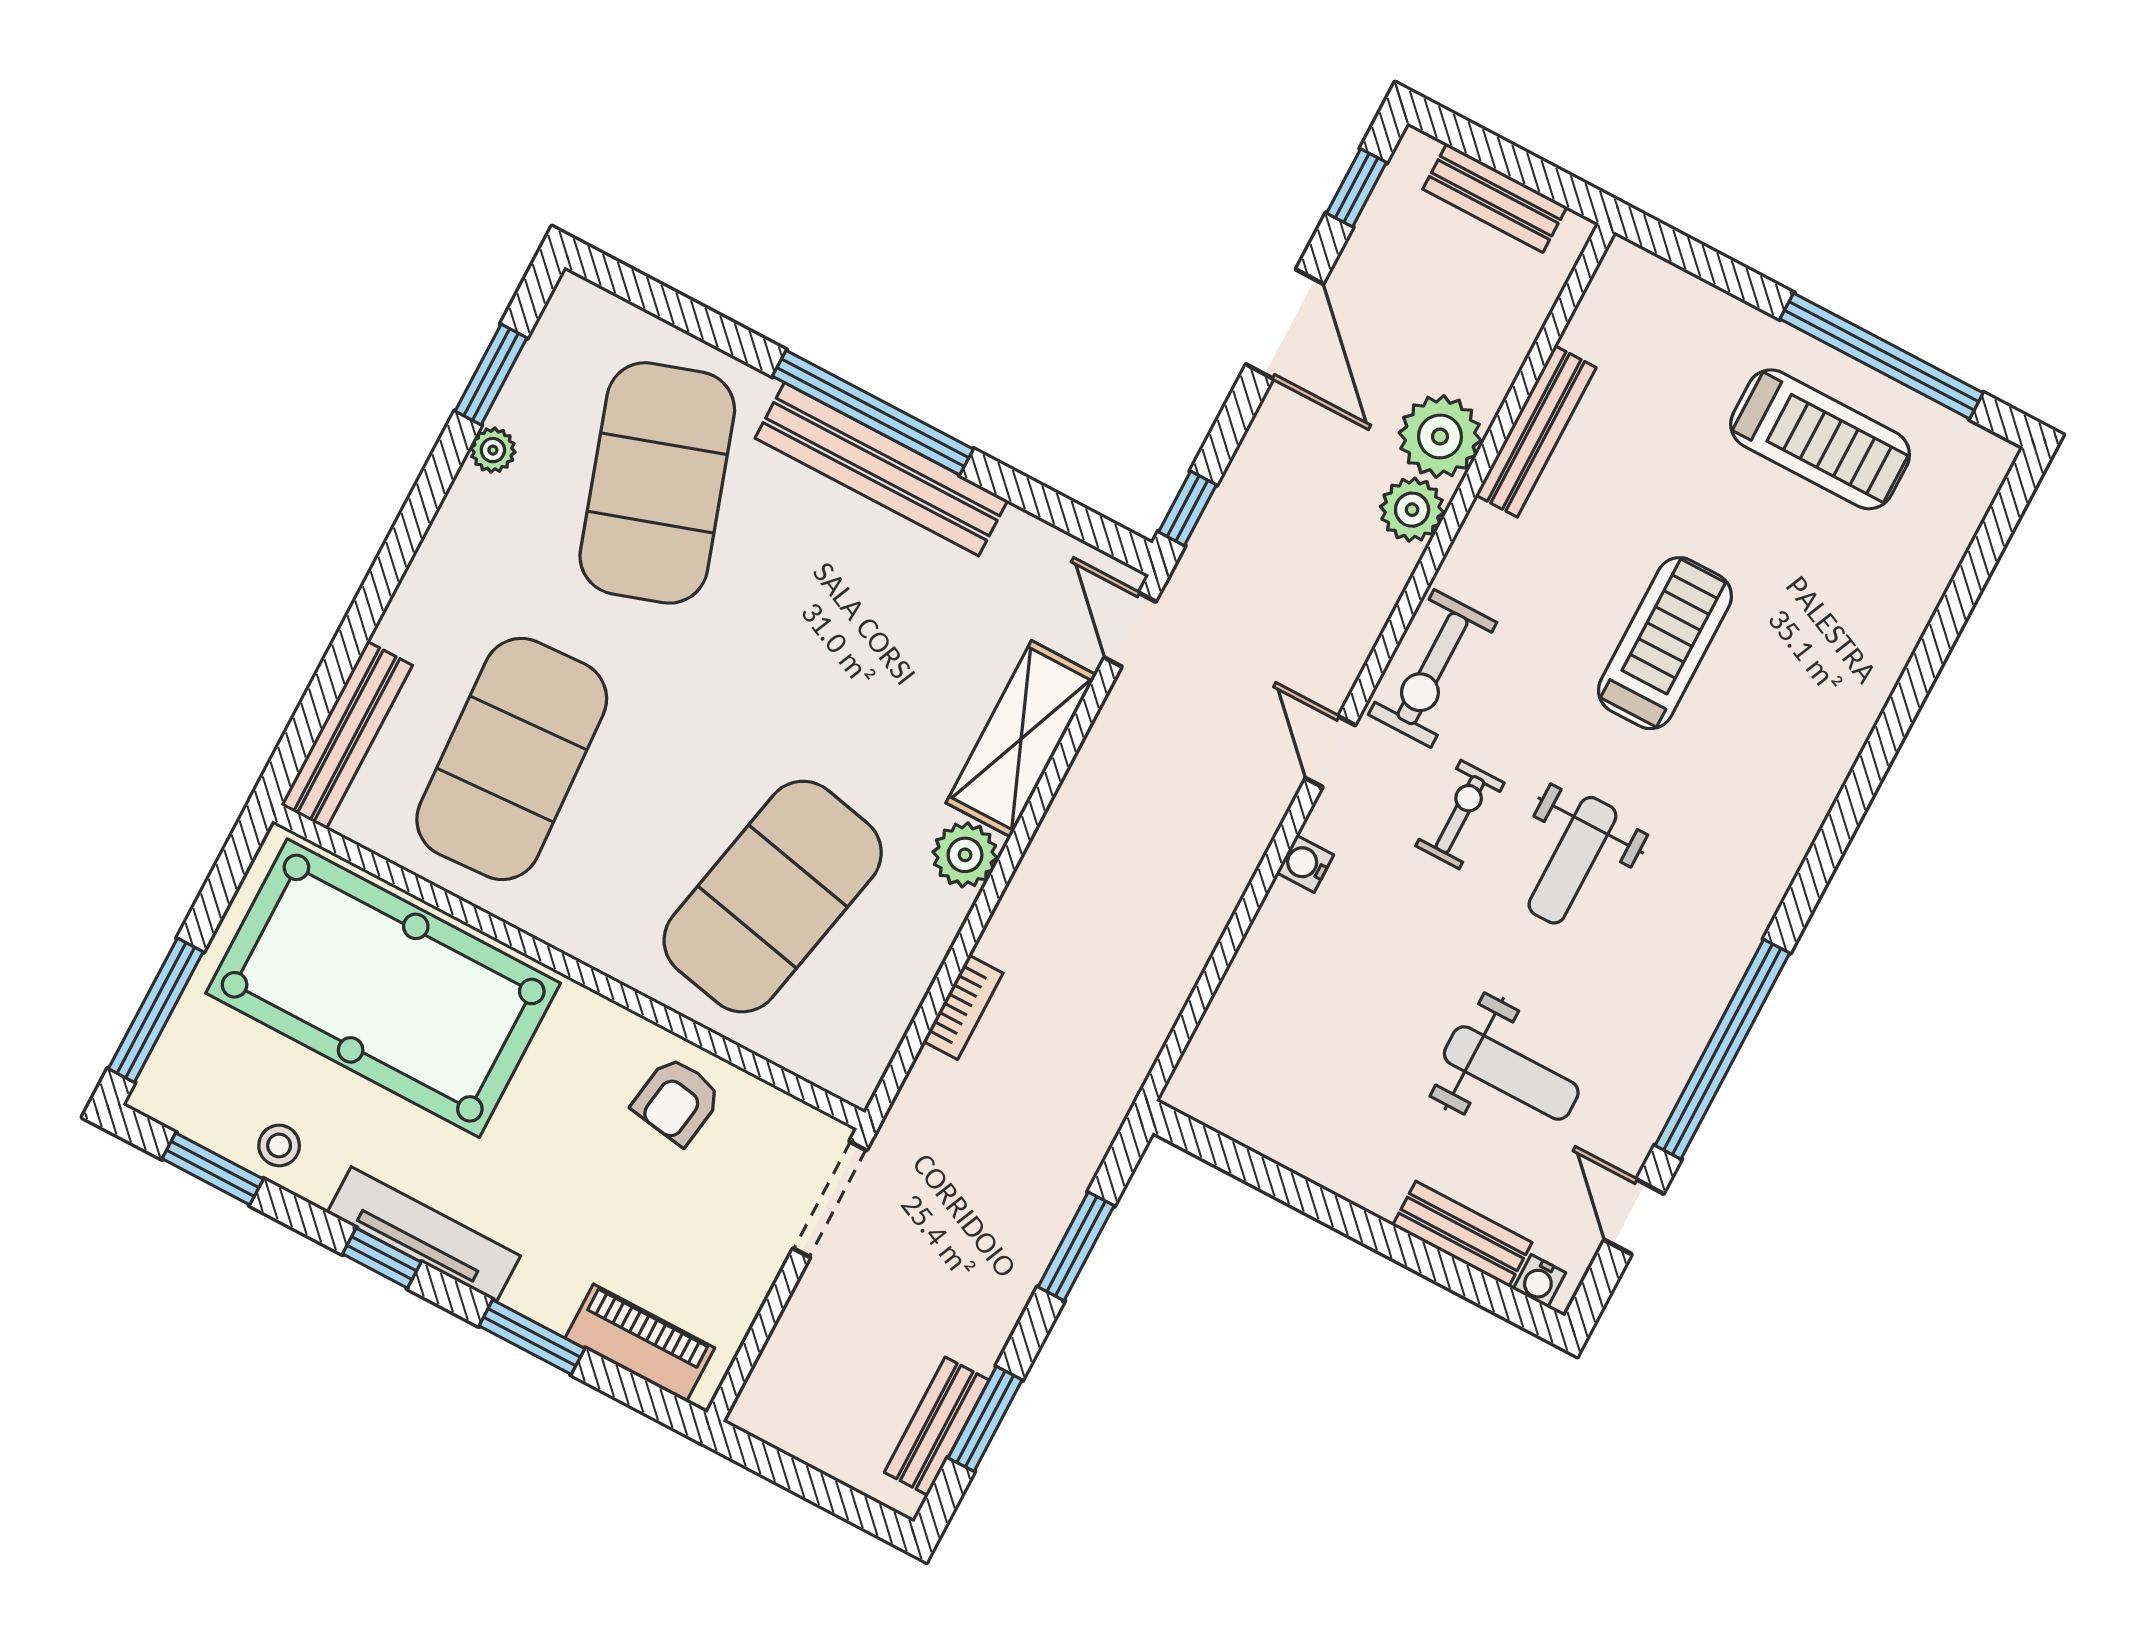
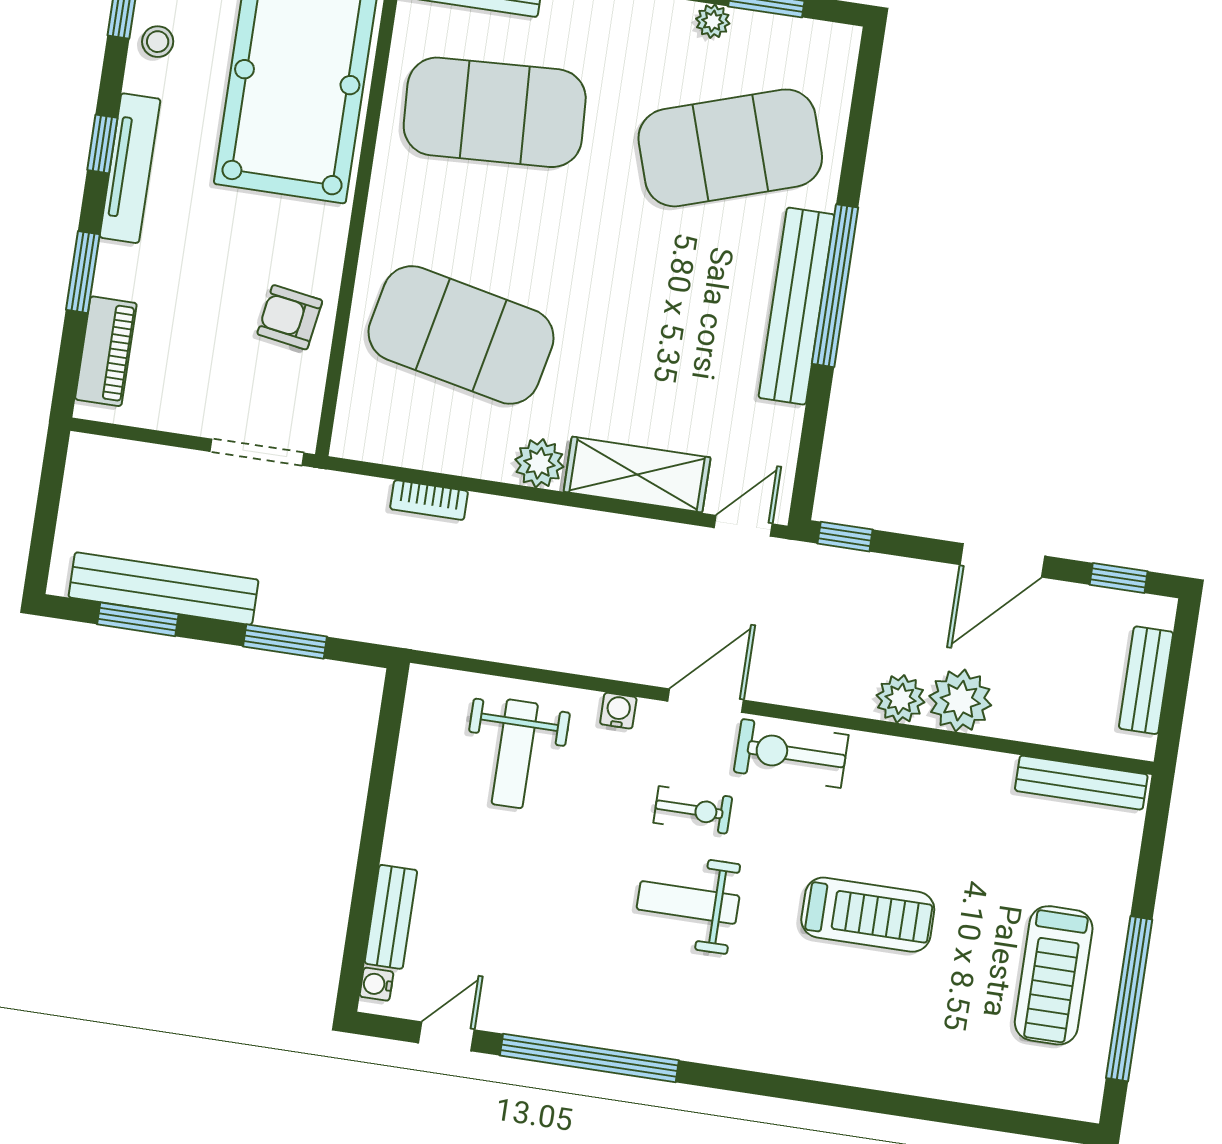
bench: (1536, 431) -> (1081, 783), moved
door: (1330, 752) -> (706, 701), width x1.38
weight bench: (1511, 1073) -> (515, 754), moved
bench: (937, 1426) -> (163, 589), width x1.86, depth x1.21

